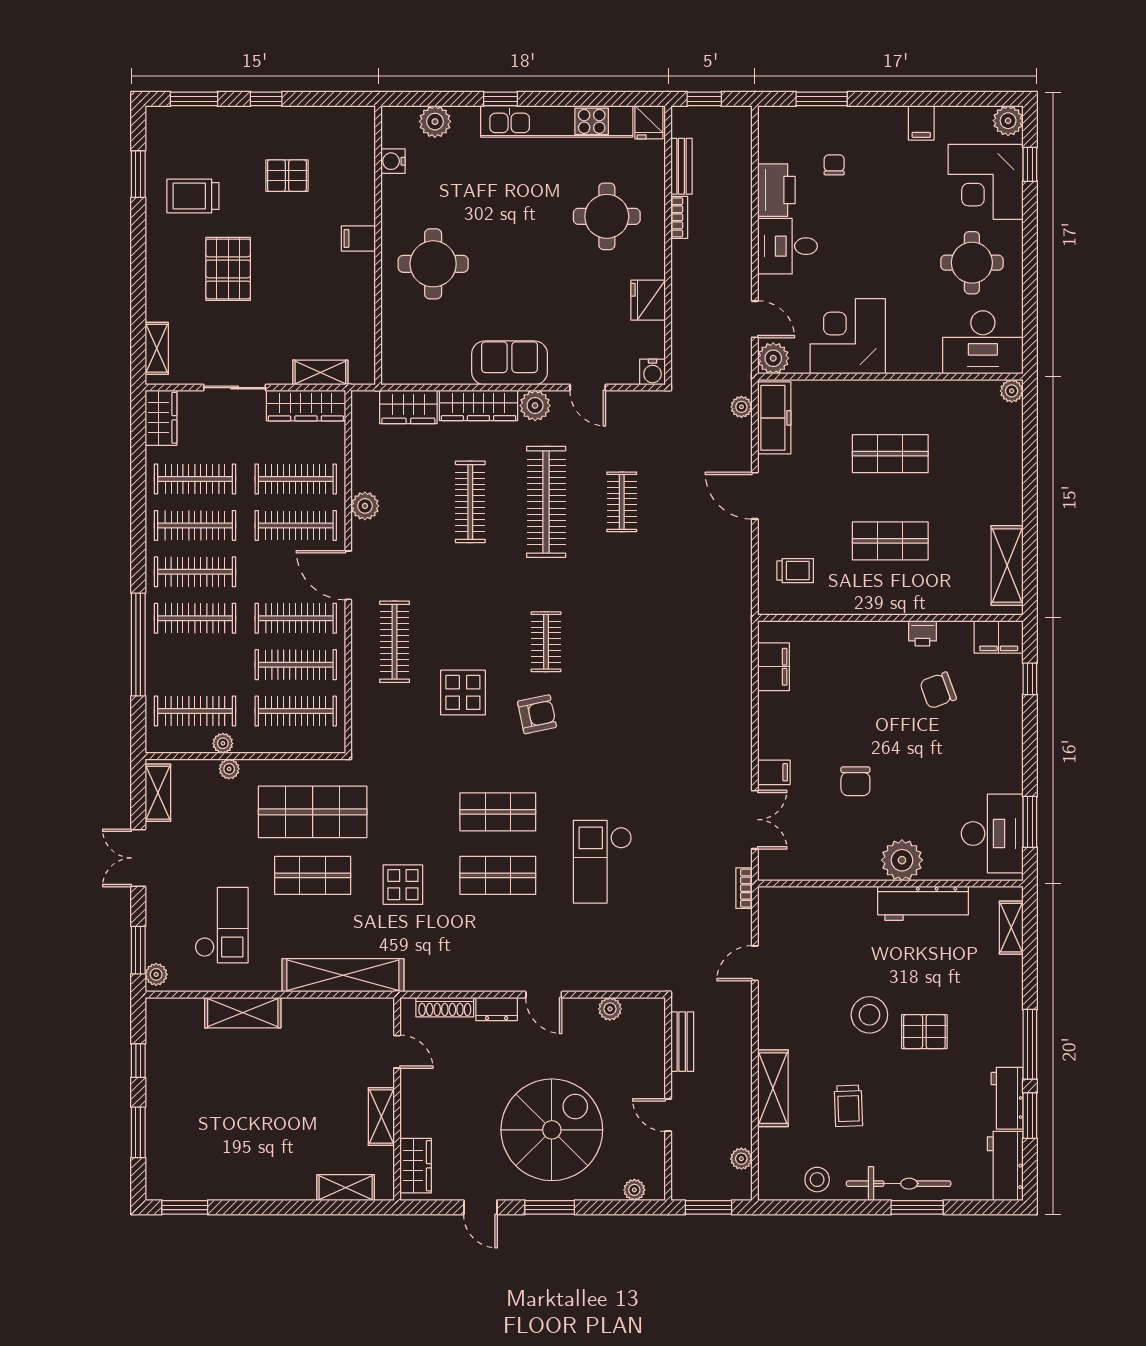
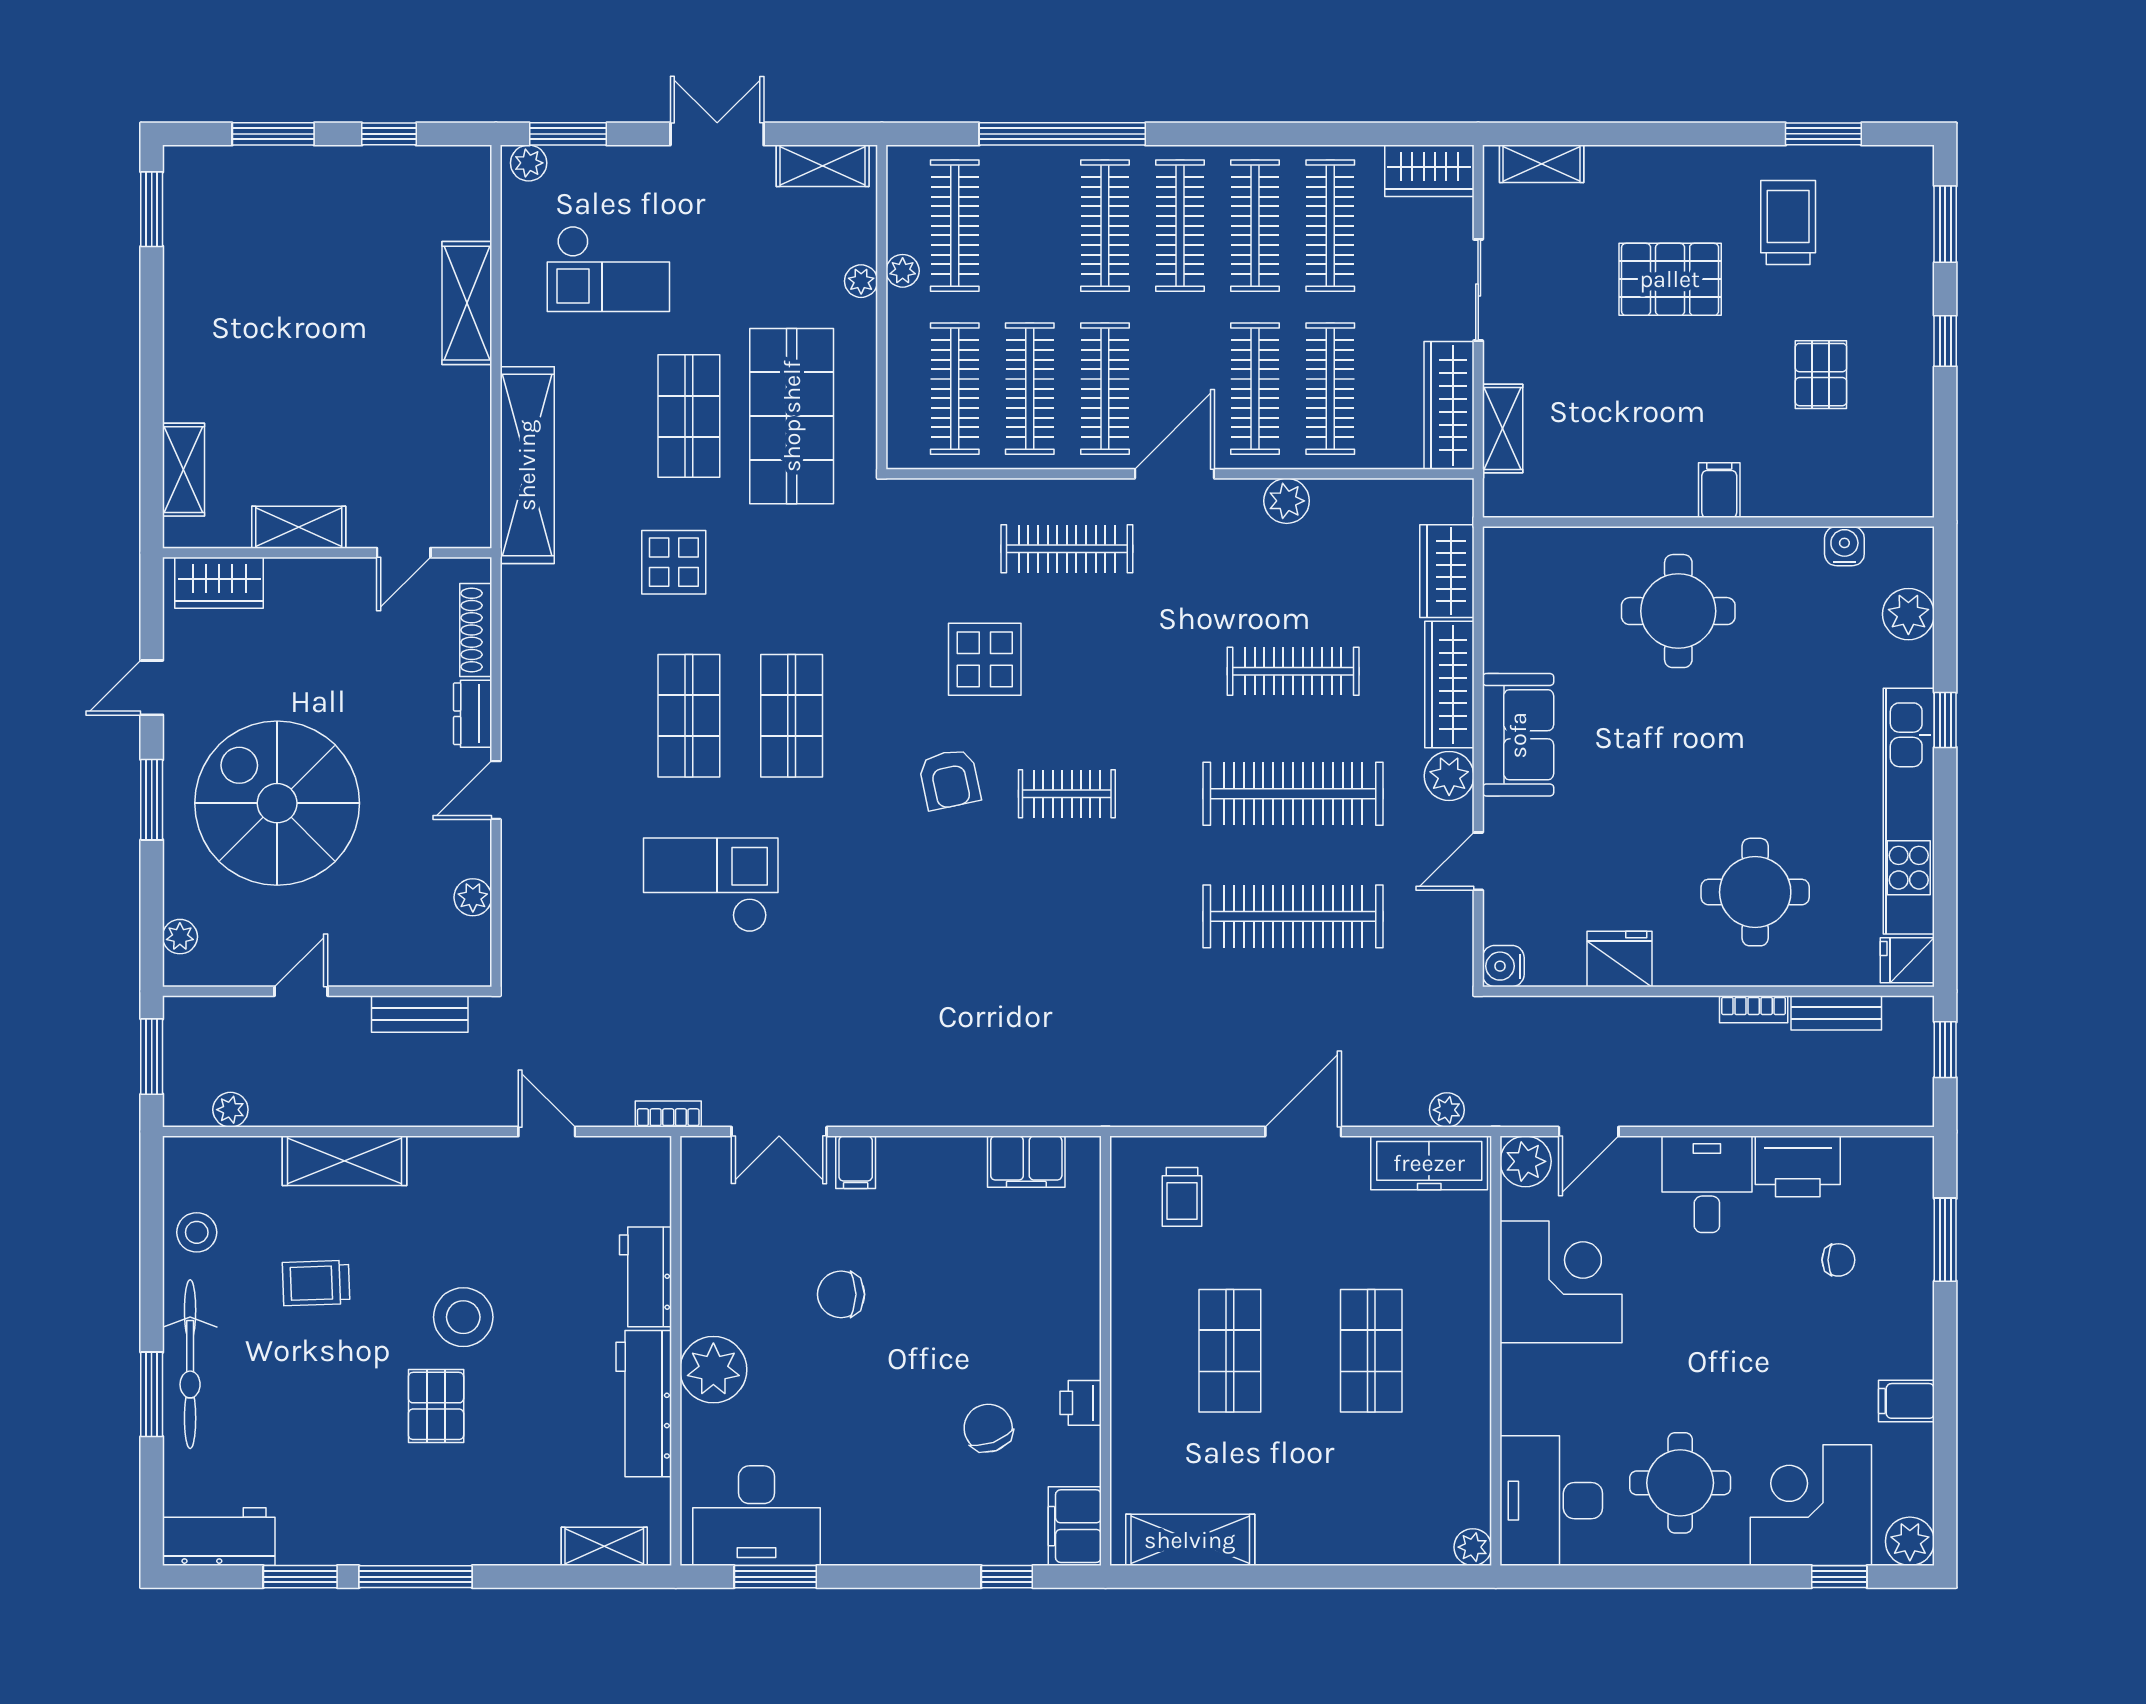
clothes rail: (622, 502) -> (1293, 916), width x1.86, depth x1.31
workbench: (1007, 1098) -> (645, 1277), moved, turned -90
spiral stairs: (552, 1130) -> (277, 803), turned 180

